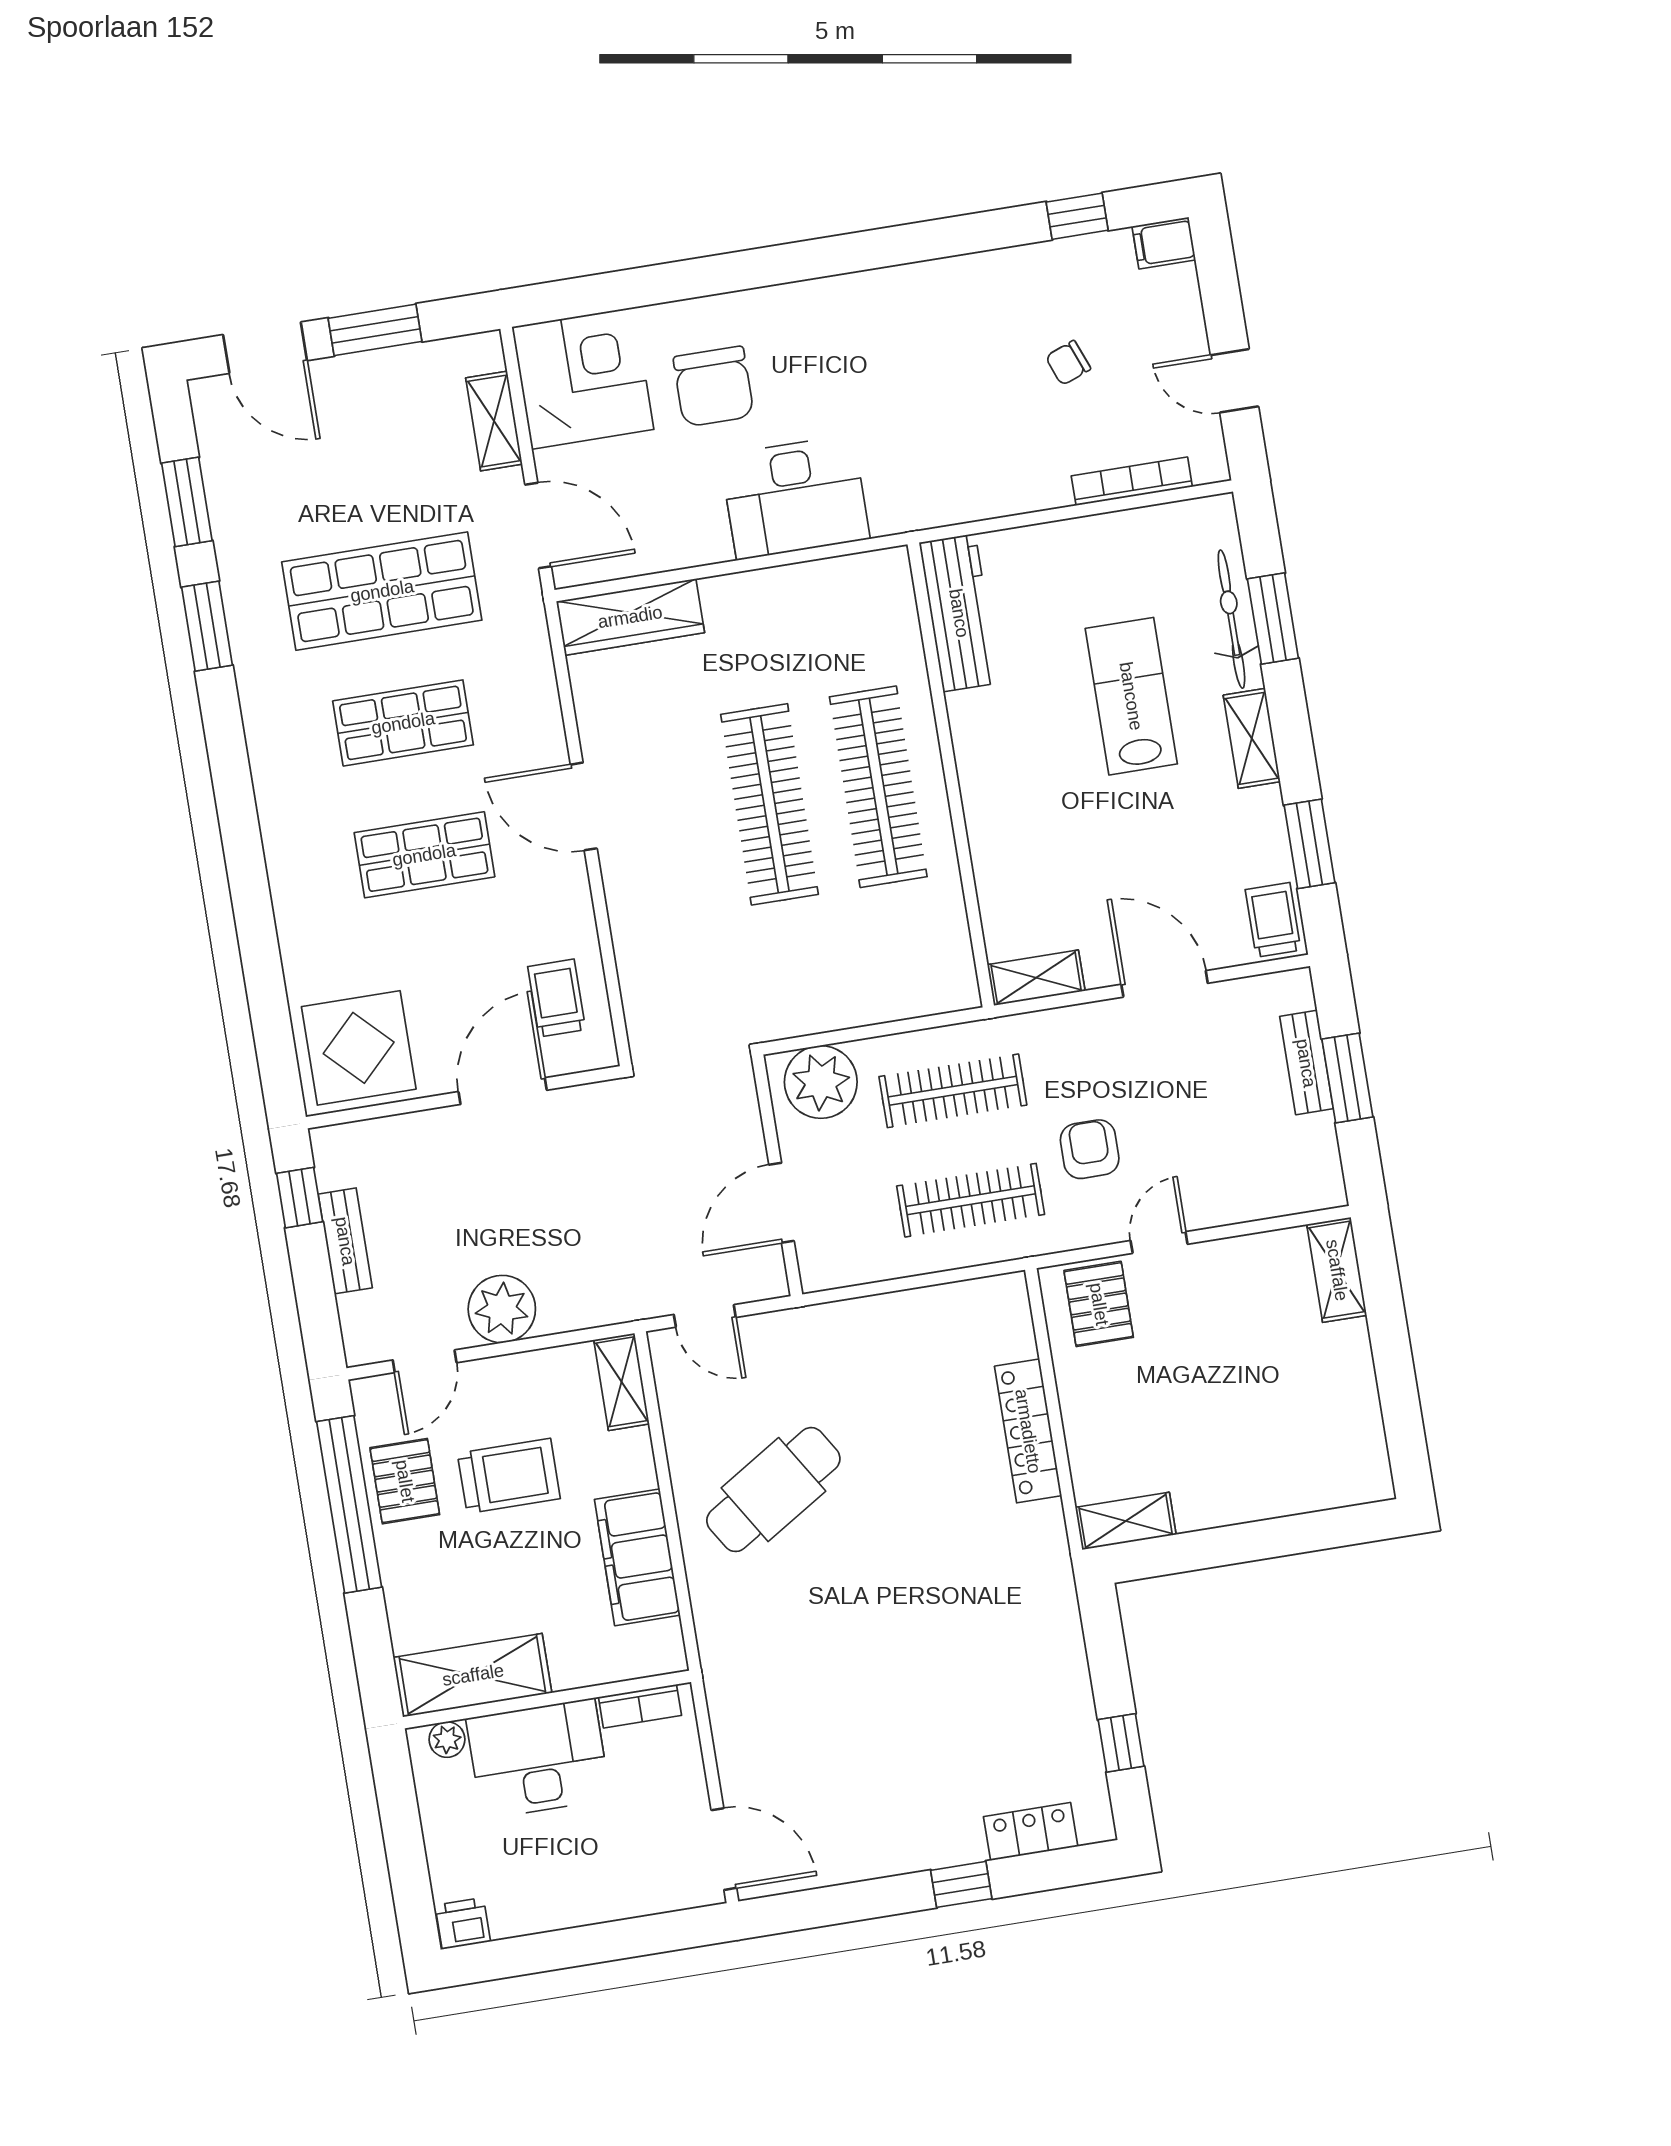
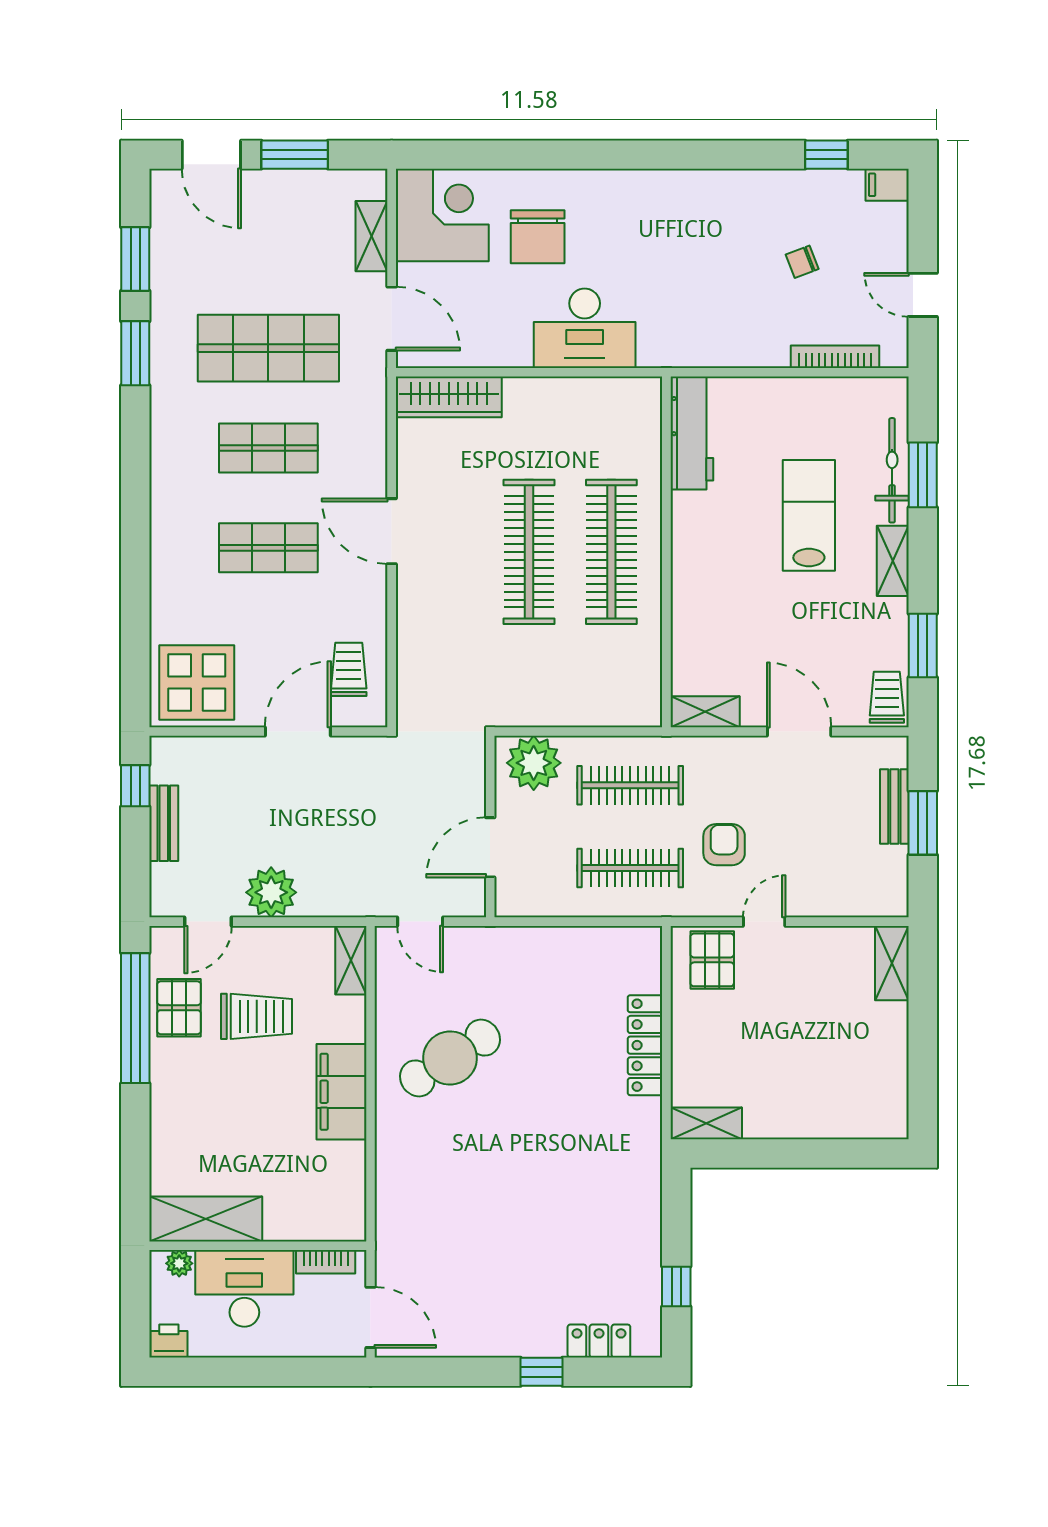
shelving: (473, 1675) -> (206, 1219), moved
wall: (547, 1699) -> (258, 1246), moved
bookcase: (640, 1706) -> (326, 1262), moved
plant: (447, 1740) -> (179, 1263), moved
desk: (538, 1759) -> (244, 1288), moved

